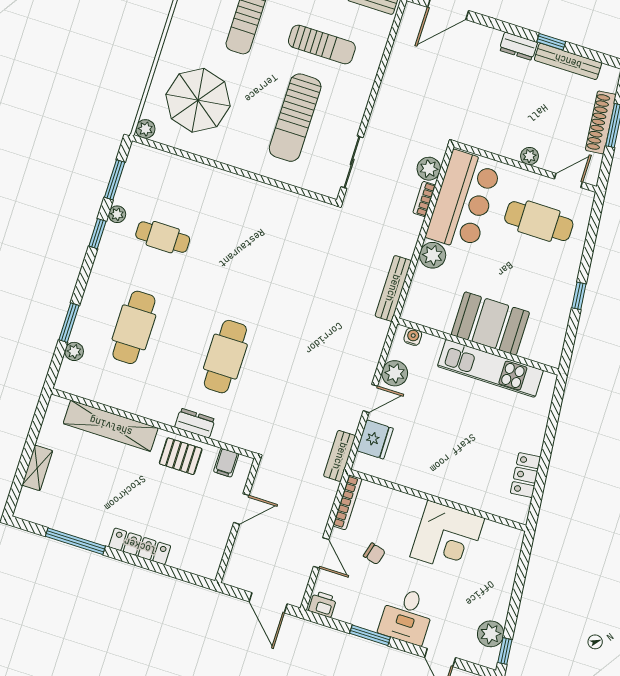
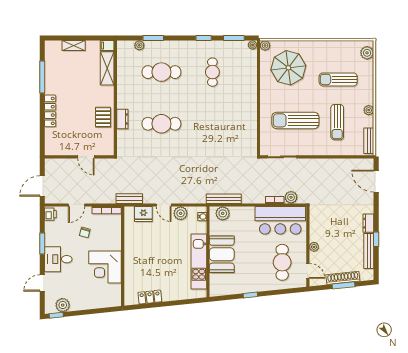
plant: (117, 214) -> (253, 45), moved
plant: (433, 255) -> (223, 213), moved
shelving: (111, 426) -> (107, 68), width x0.68
filing cabinet: (226, 463) -> (107, 46), moved

